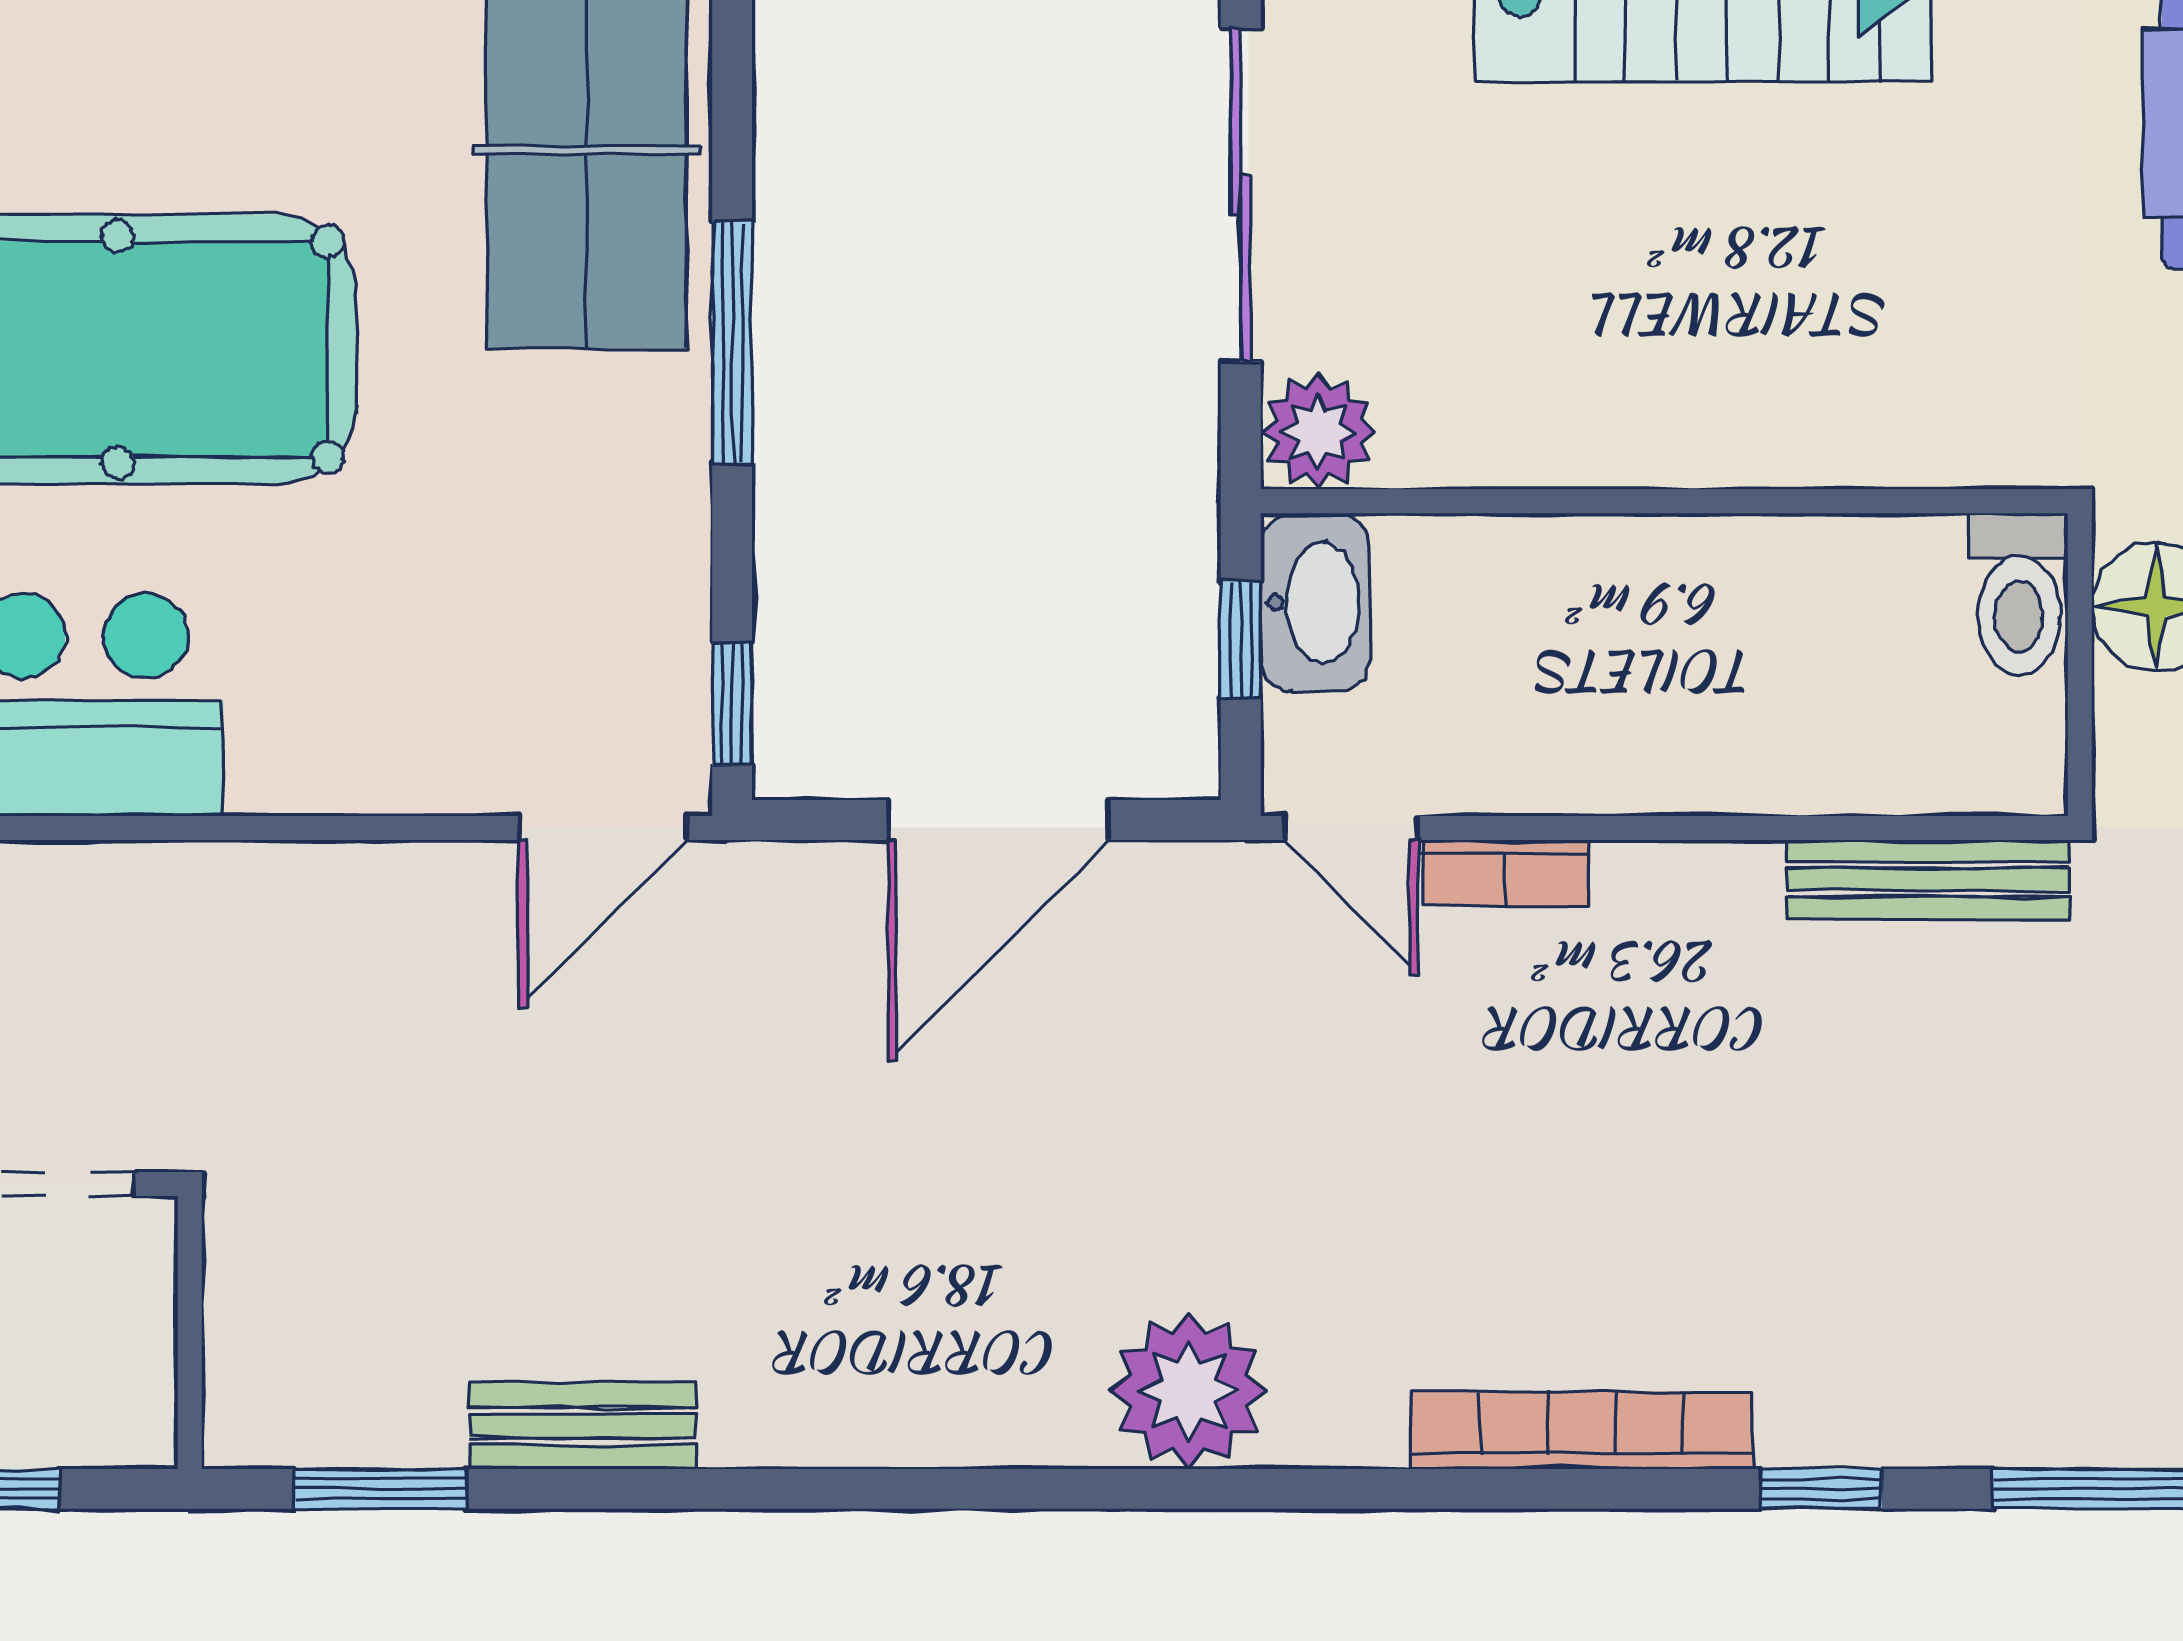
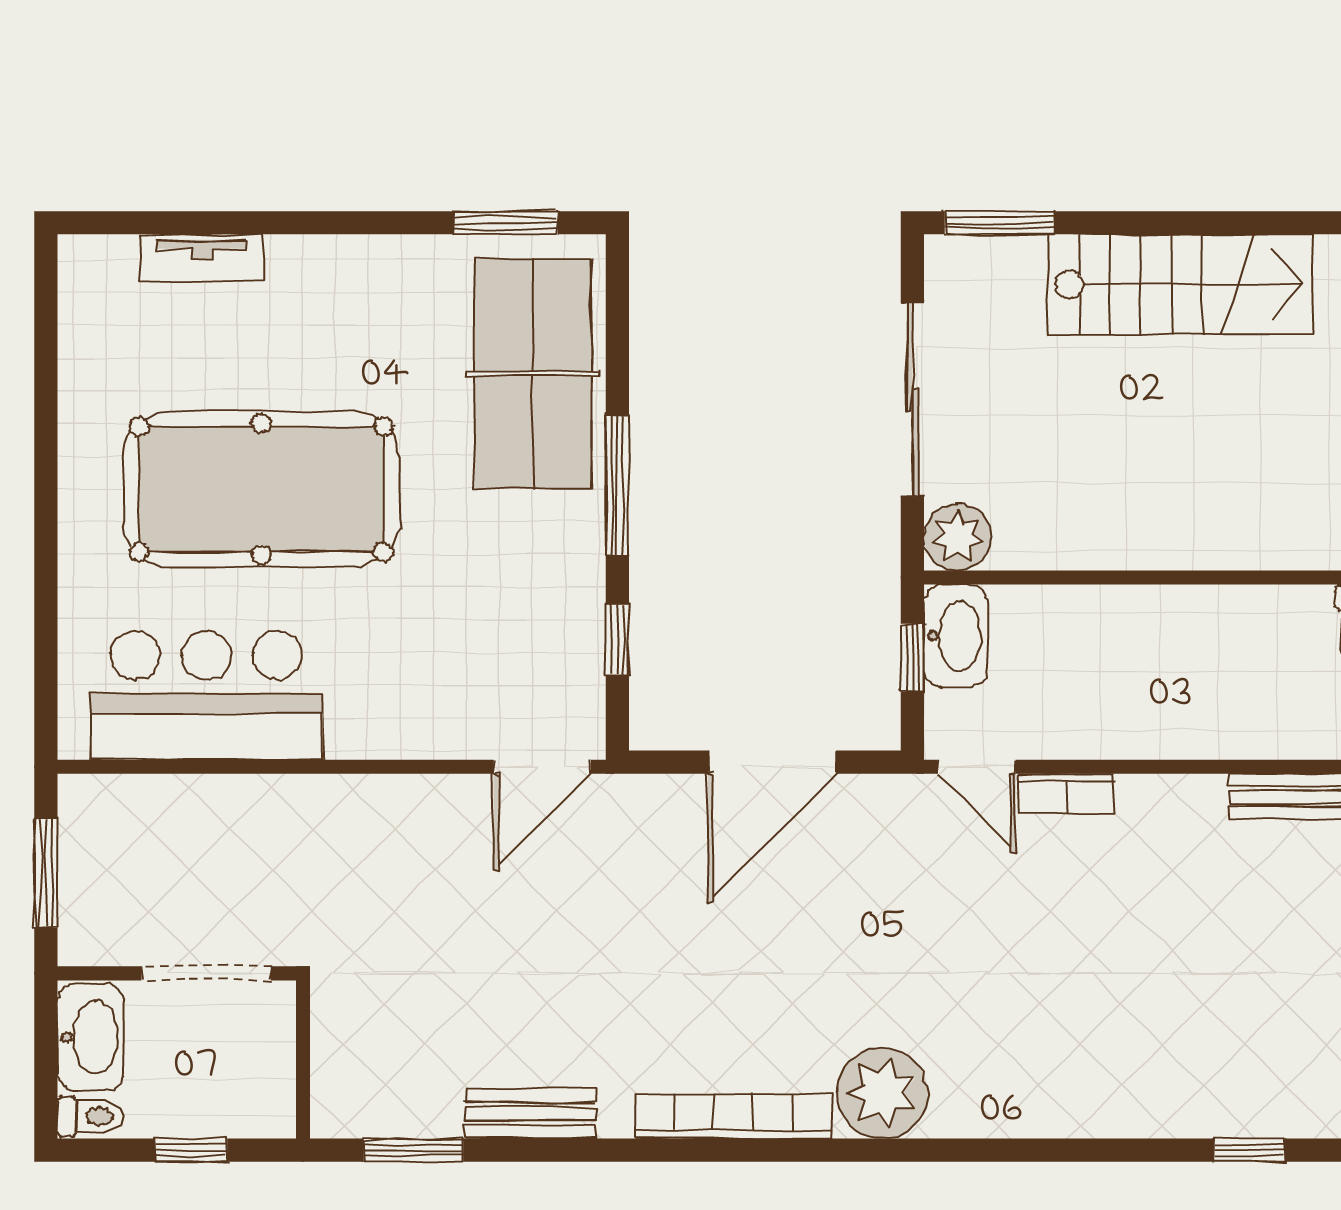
window: (732, 704) -> (617, 640), moved
bookcase: (1582, 1430) -> (733, 1116), moved

